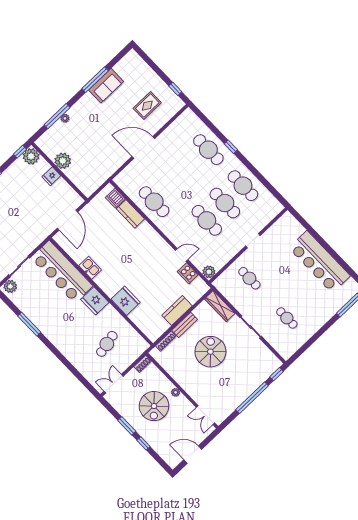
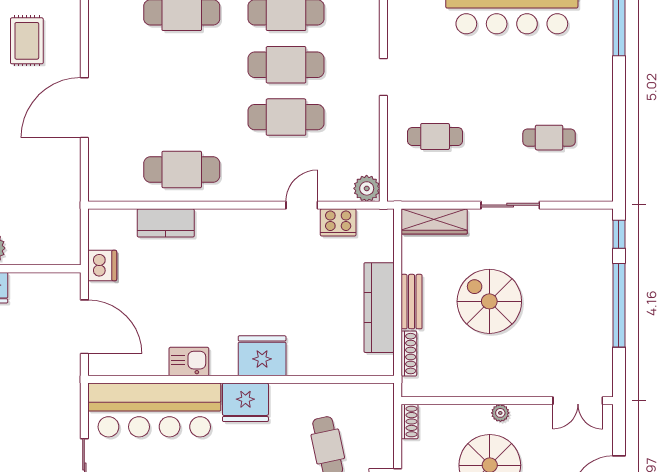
dishwasher: (115, 198) -> (102, 266), moved, turned -90
fridge: (126, 301) -> (262, 356), moved
kitchen counter: (177, 311) -> (379, 308), width x1.50

